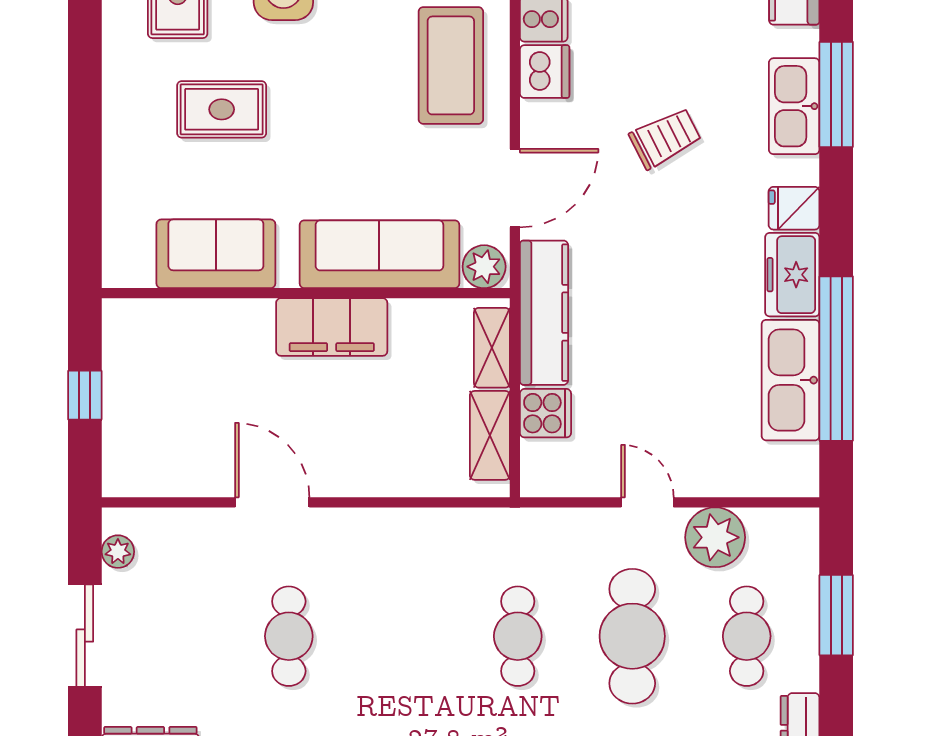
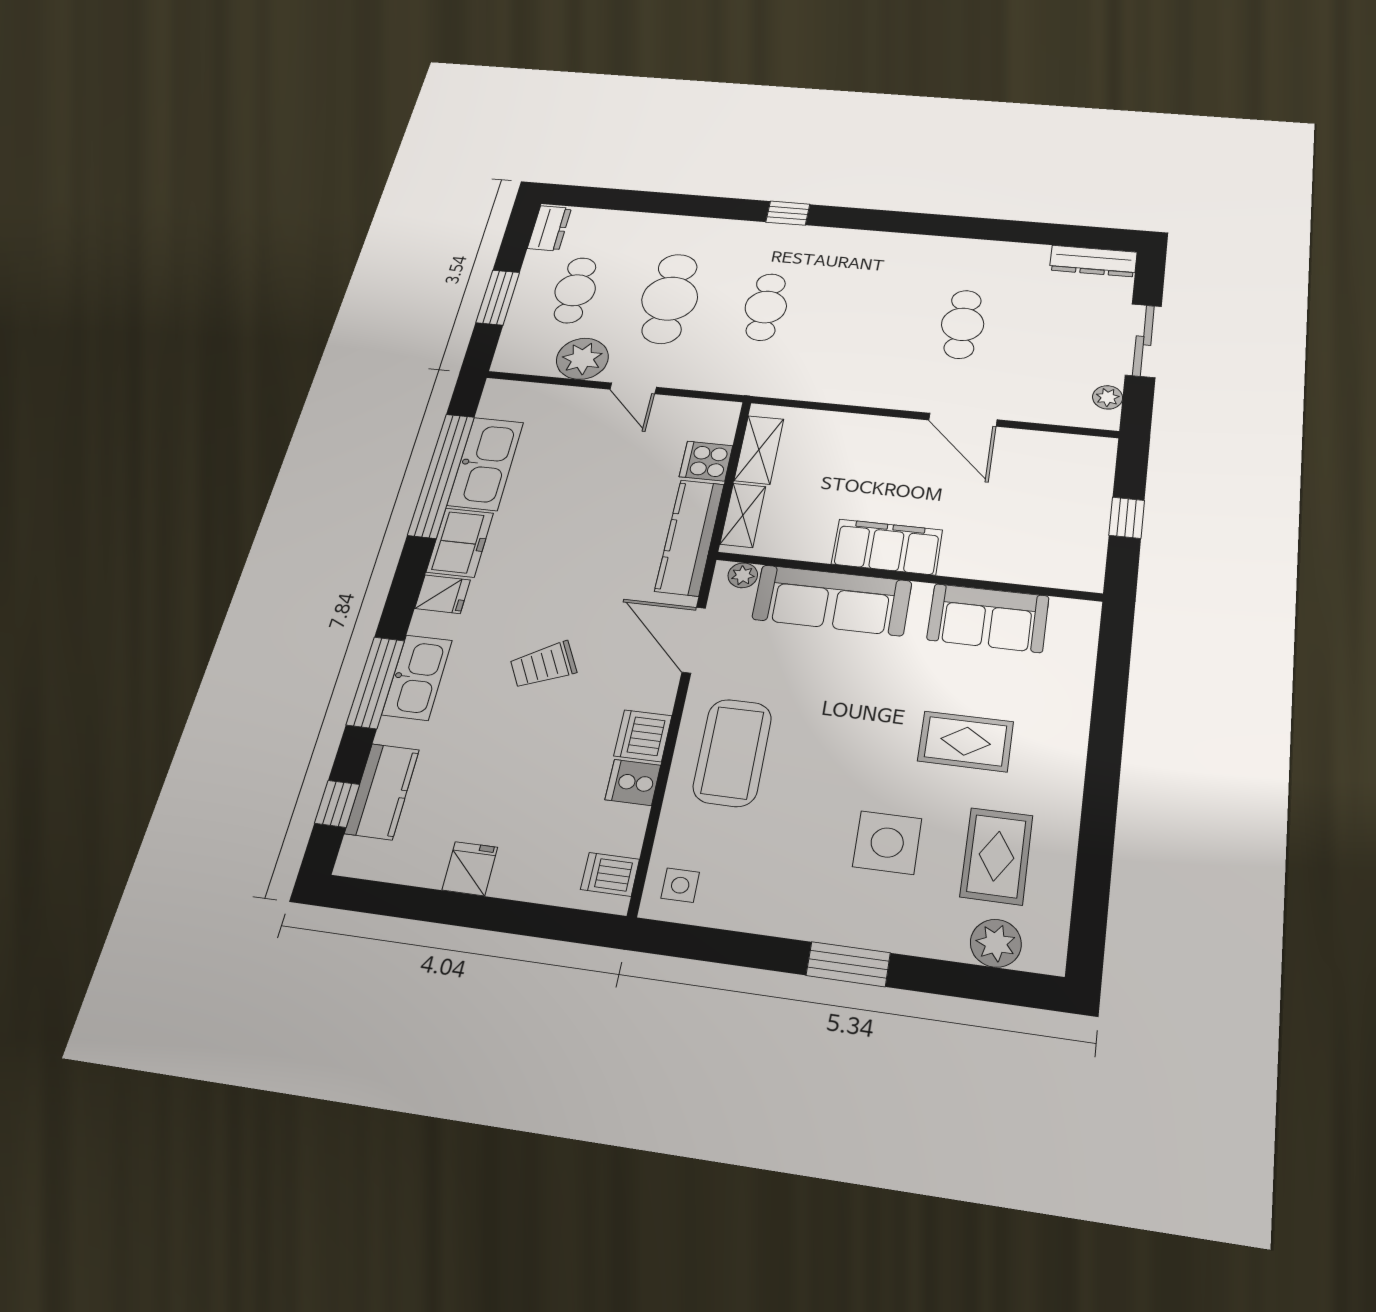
door: (515, 188) -> (694, 640), hinge flipped
plant: (484, 267) -> (743, 575), width x0.73, depth x0.73

